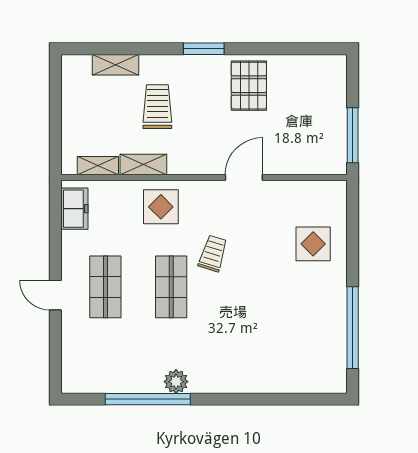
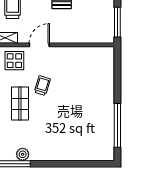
door: (244, 178) -> (39, 45), moved
display table: (313, 244) -> (96, 80), removed

